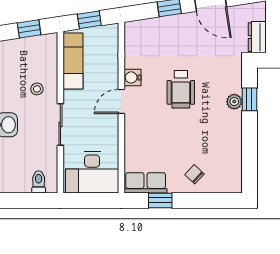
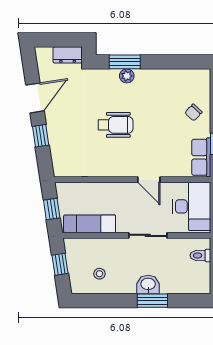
water cooler: (132, 77) -> (105, 169), removed
stool: (37, 89) -> (99, 274), moved
window: (249, 99) -> (125, 62), width x1.50
door: (121, 101) -> (149, 180), moved

